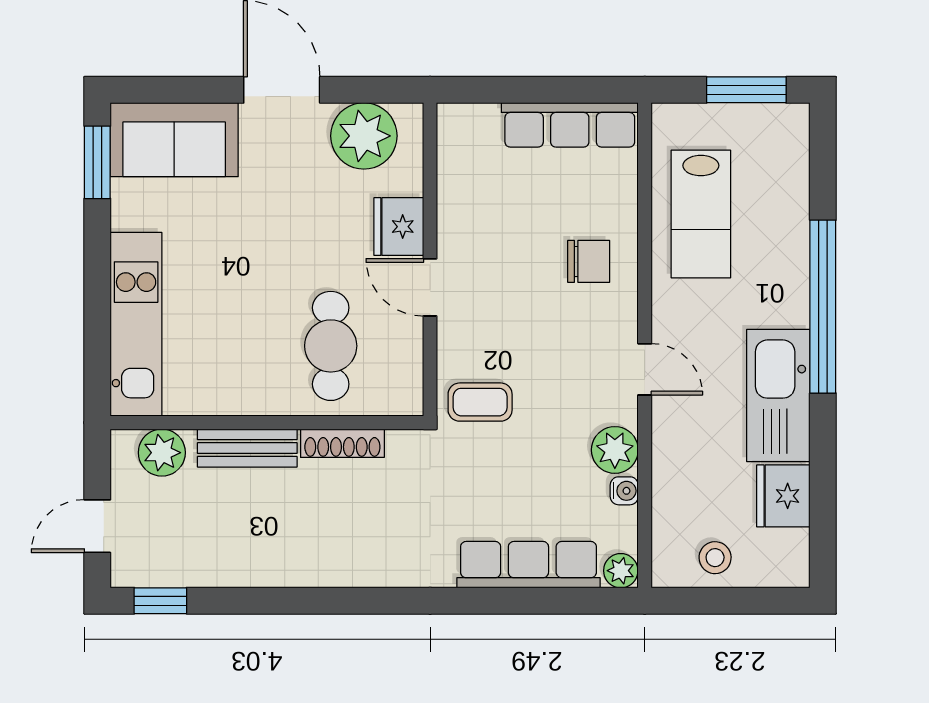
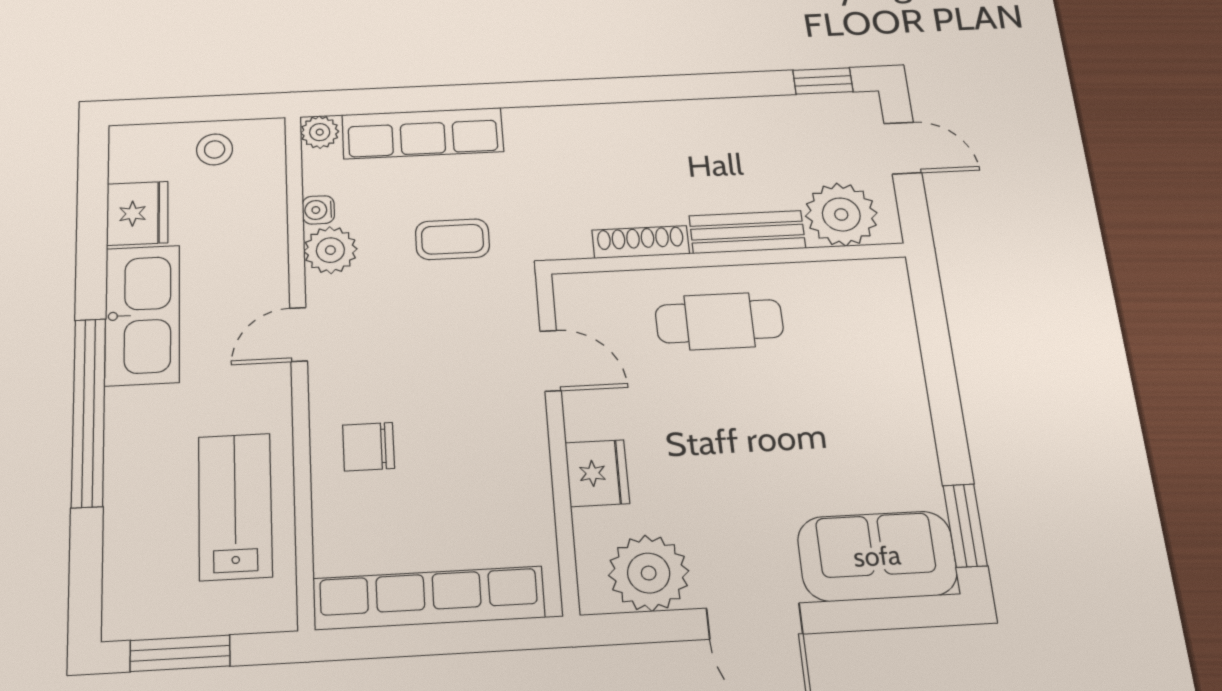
row of seats: (570, 125) -> (429, 598), width x1.36
door: (430, 287) -> (551, 361), moved
kitchen unit: (136, 324) -> (892, 352), removed
cafe table: (331, 346) -> (719, 321), moved, turned 90
door: (645, 369) -> (298, 334), hinge flipped
coffee table: (480, 402) -> (452, 239), moved
plant: (162, 453) -> (841, 214), width x1.36, depth x1.36
door: (97, 526) -> (903, 148), hinge flipped

